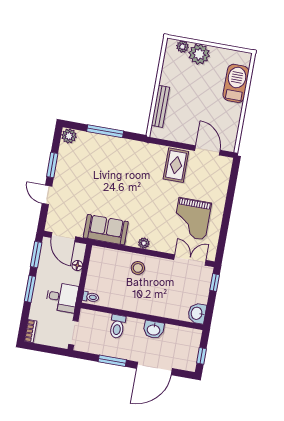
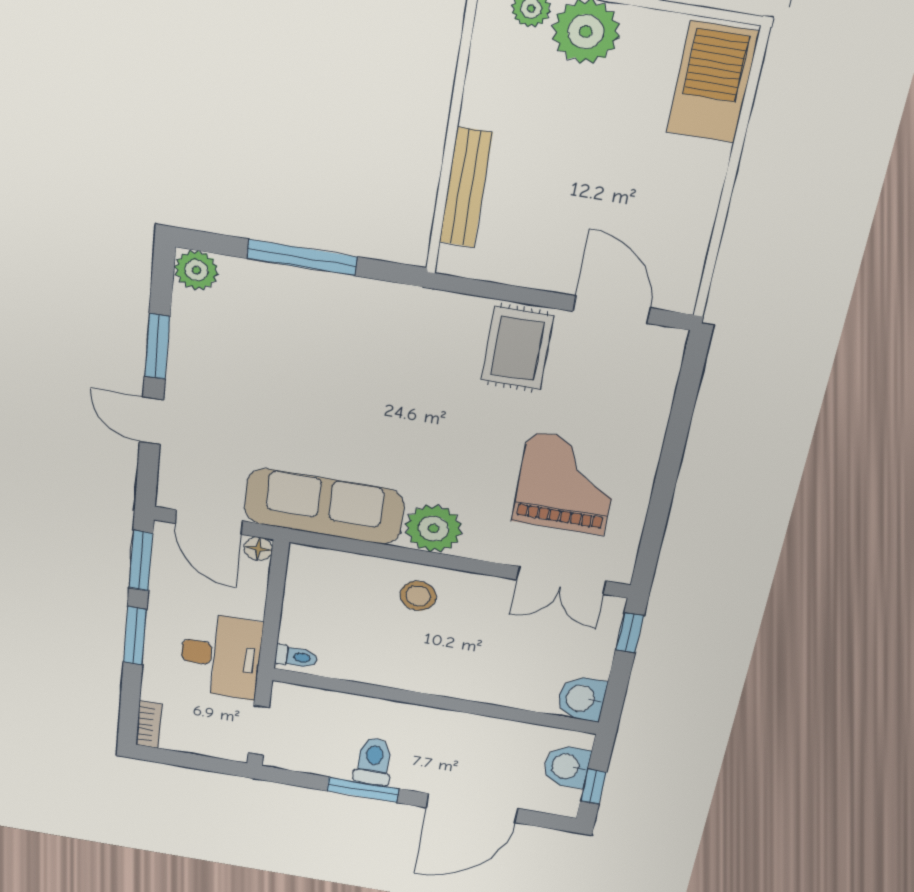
barbecue: (236, 83) -> (712, 82), moved
grand piano: (192, 219) -> (566, 484), turned 180
sofa: (106, 230) -> (324, 506), width x1.36
plant: (144, 243) -> (434, 528), width x1.88, depth x1.88
double door: (190, 260) -> (561, 580), swing flipped
floor lamp: (77, 266) -> (258, 549), moved
desk: (62, 297) -> (221, 656), width x1.37
toilet: (117, 326) -> (374, 761), moved, turned 180
washbasin: (154, 330) -> (567, 767), moved, turned 90

